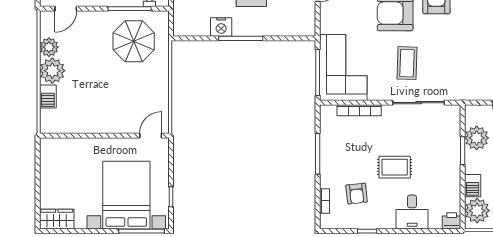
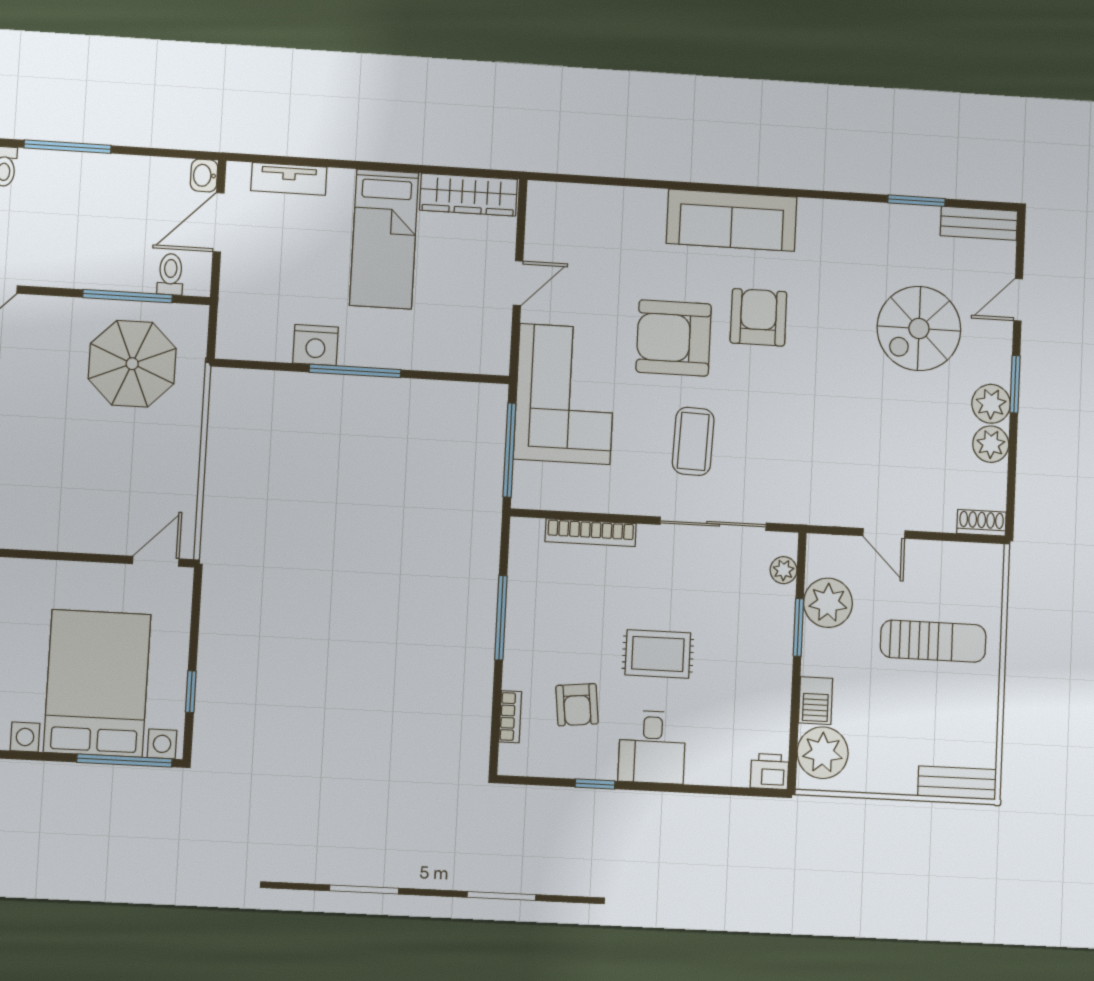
corner sofa: (343, 68) -> (565, 394), moved
plant: (454, 123) -> (784, 570), added
desk: (412, 212) -> (652, 747), moved

